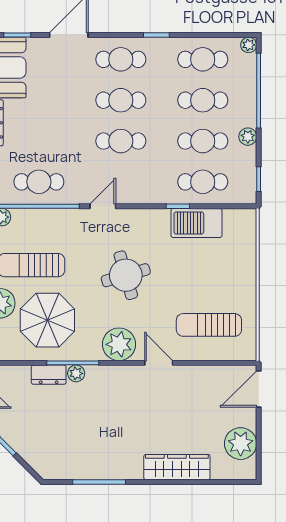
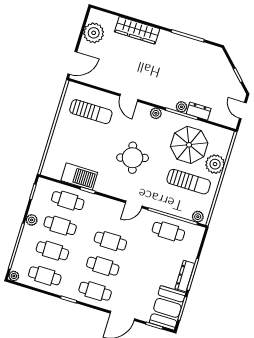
plant: (119, 344) -> (156, 113), width x0.53, depth x0.53

